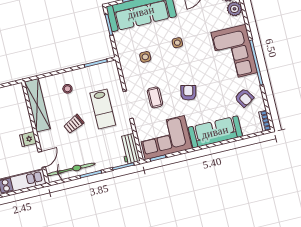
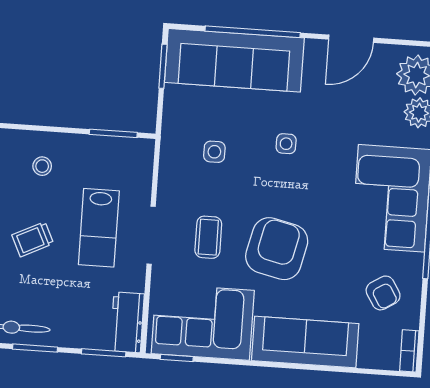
armchair: (188, 93) -> (277, 249), width x1.88, depth x1.88

